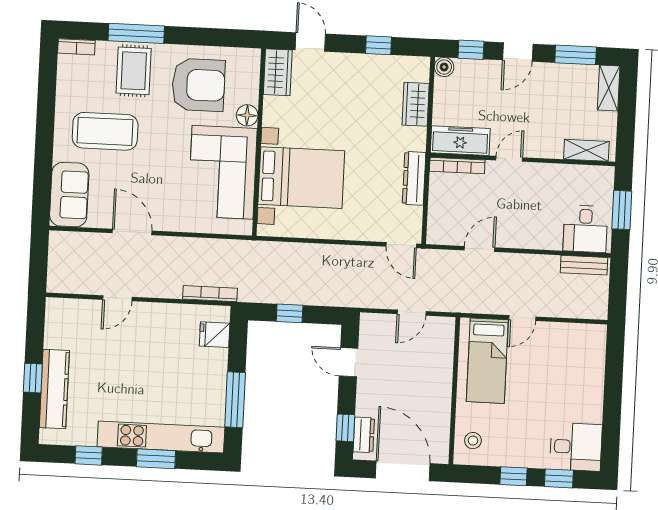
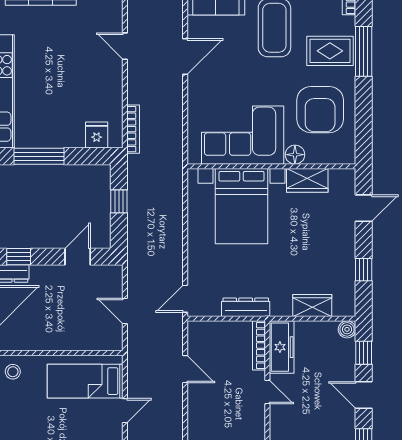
wardrobe: (278, 72) -> (307, 180), moved
door: (522, 318) -> (125, 411), swing flipped

